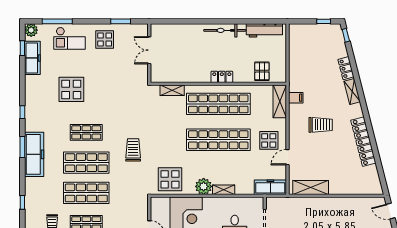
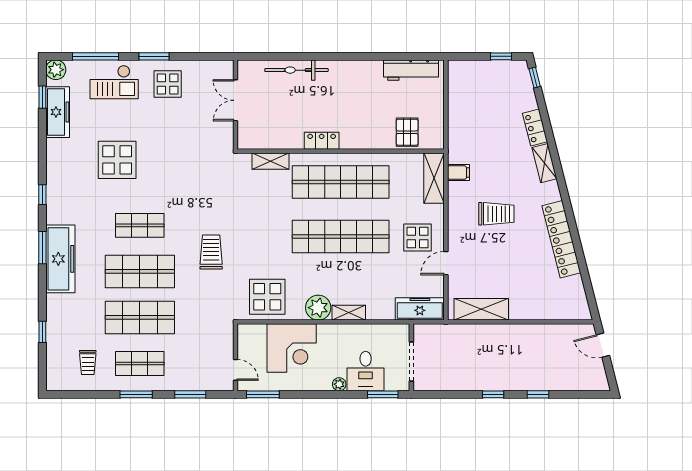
window: (121, 21) -> (154, 56), moved
bicycle: (225, 30) -> (296, 70), moved
locker: (222, 77) -> (322, 141), moved

